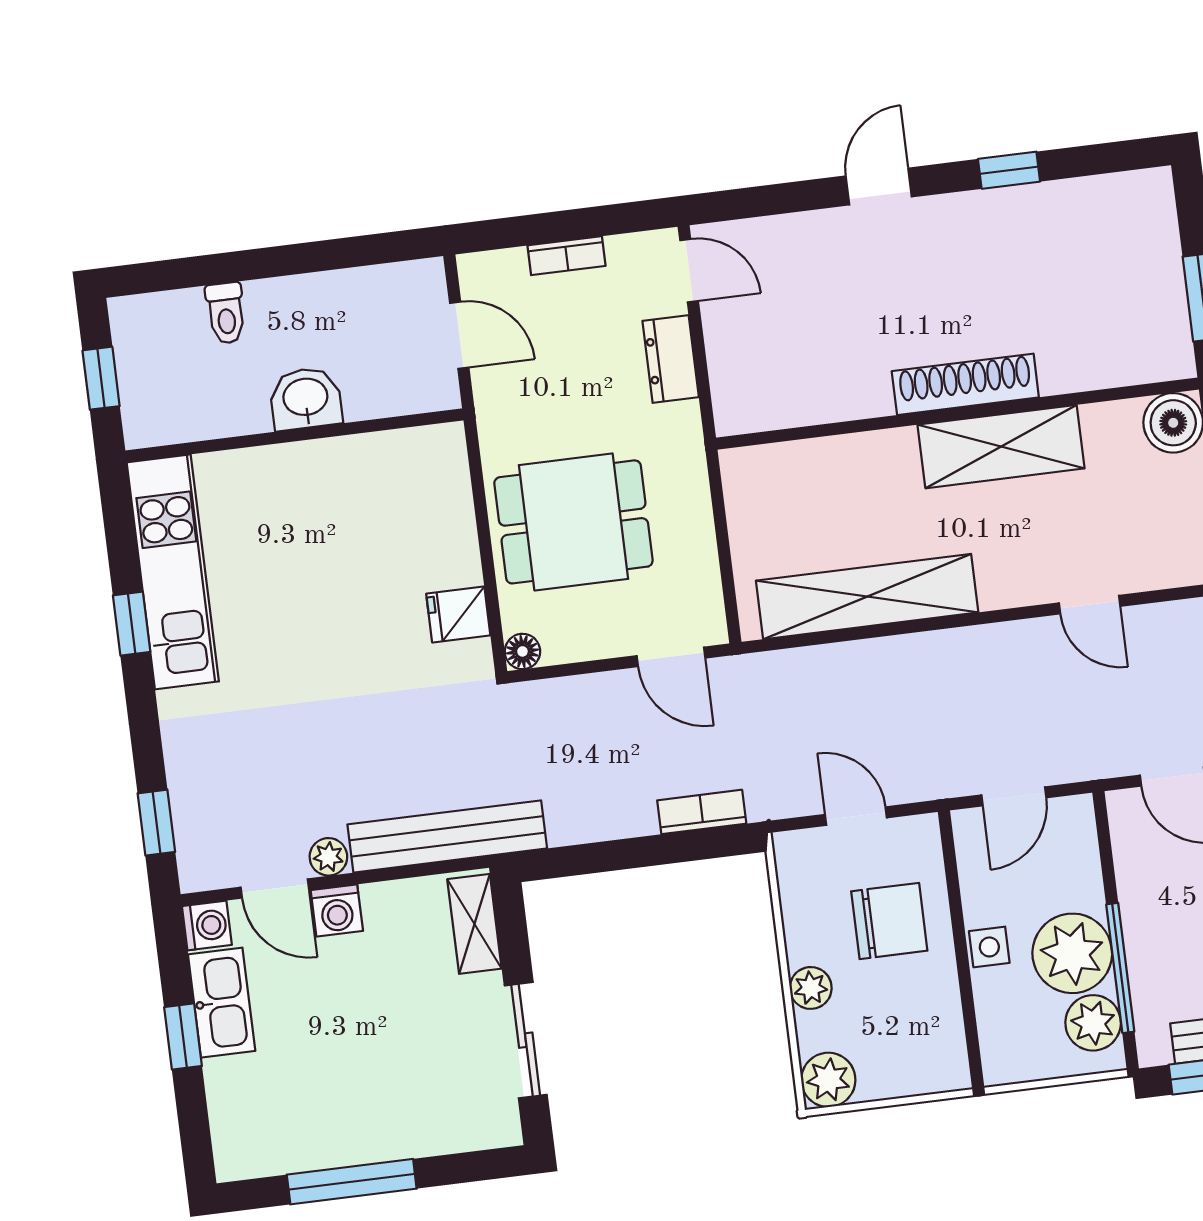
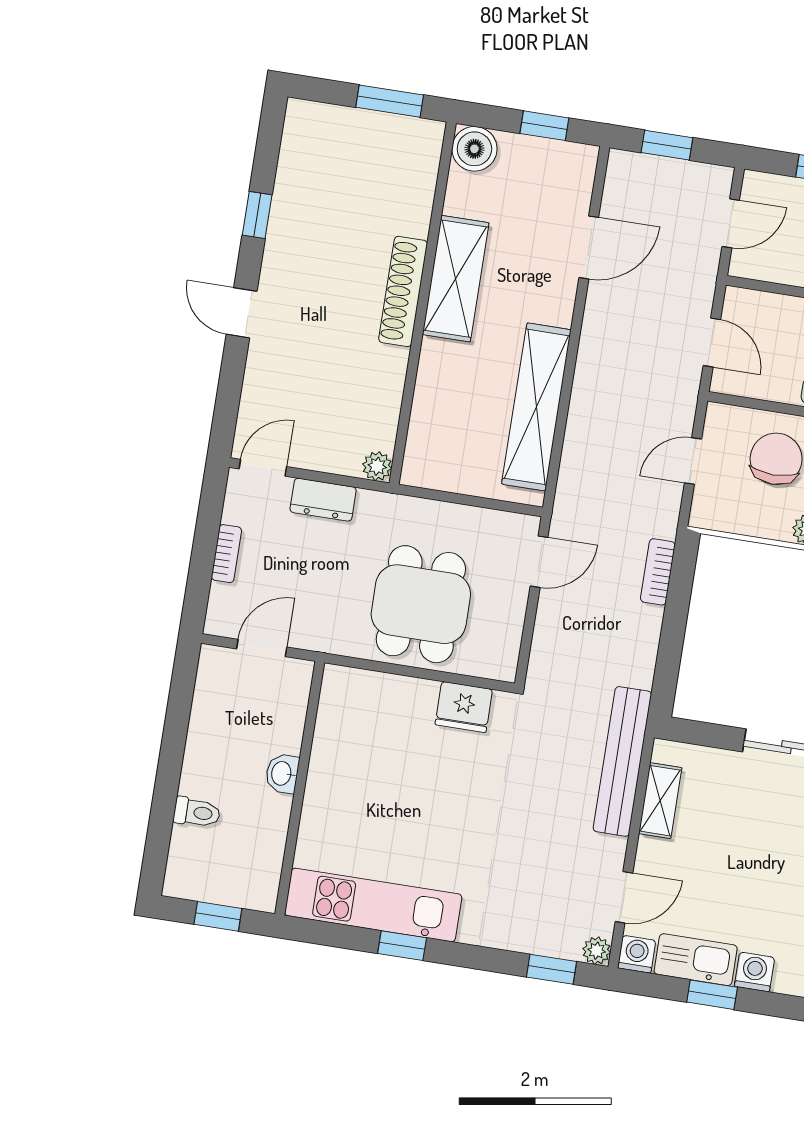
washbasin: (306, 399) -> (282, 774), width x0.72, depth x0.69
plant: (733, 416) -> (377, 466), added
door: (1090, 605) -> (589, 247), width x1.38
fridge: (458, 614) -> (464, 707), width x1.38
floor lamp: (522, 651) -> (504, 668), removed
plant: (328, 857) -> (597, 951), moved
washing machine: (337, 910) -> (754, 972), moved, turned -90
shelving: (474, 924) -> (660, 801), moved, turned 90

